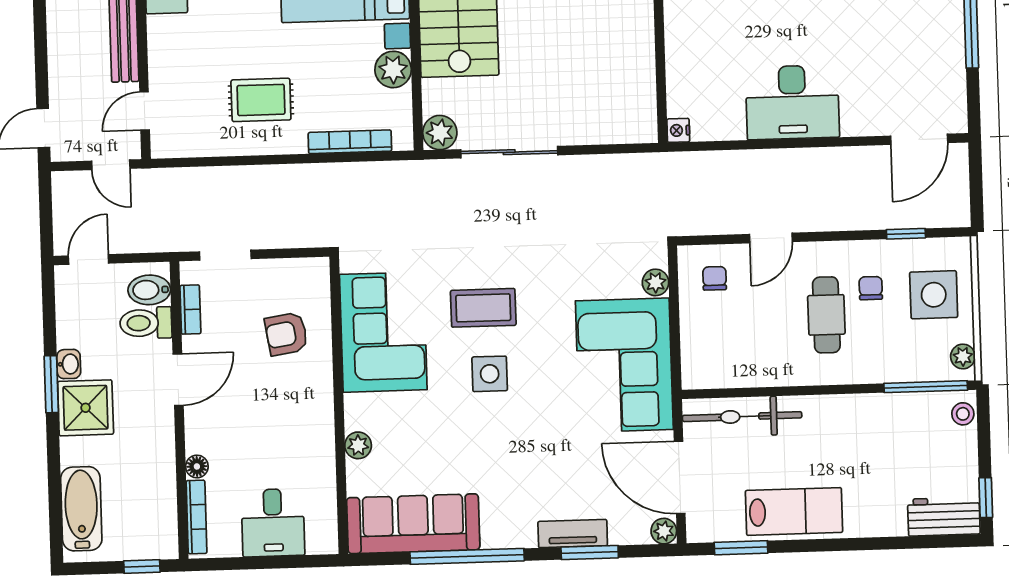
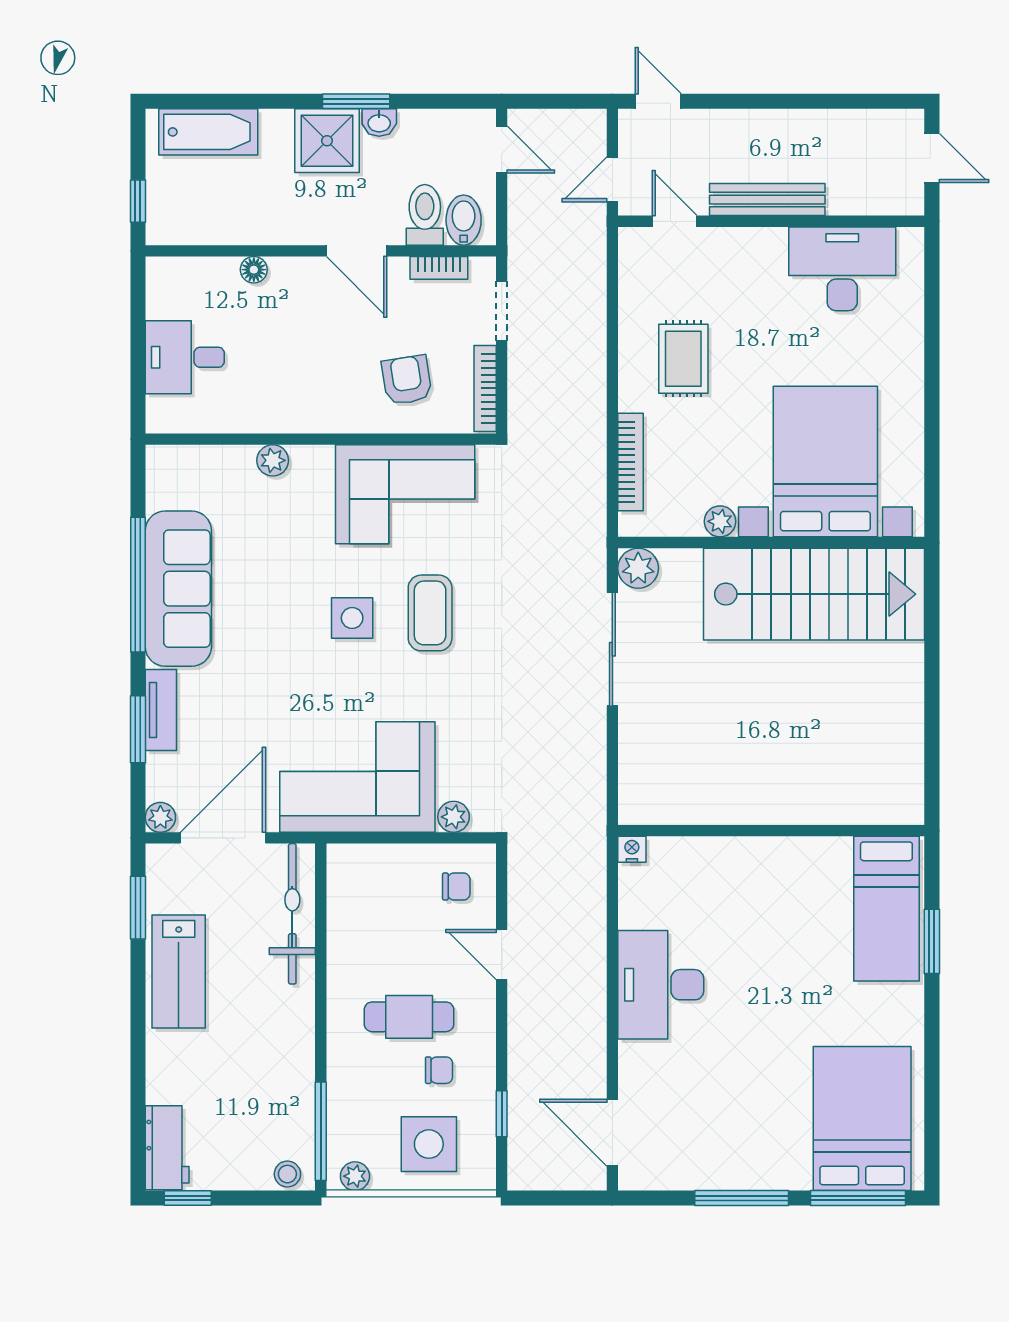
plant: (393, 69) -> (720, 521), width x0.73, depth x0.73
bookcase: (197, 517) -> (485, 388), moved, turned 90
sofa: (413, 524) -> (178, 589), moved

